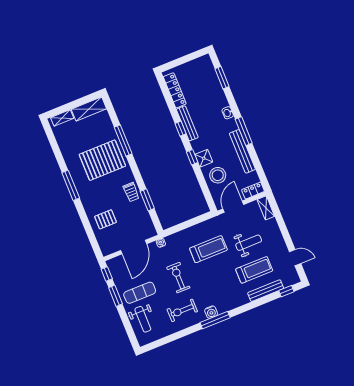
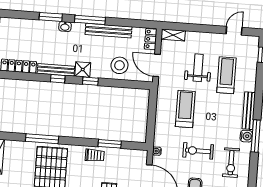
window: (222, 78) -> (51, 17), moved
shower: (204, 158) -> (83, 70), moved
bench: (266, 291) -> (249, 111), moved

